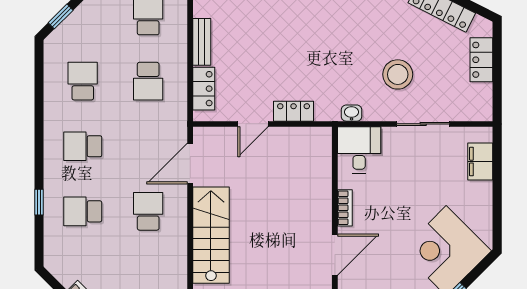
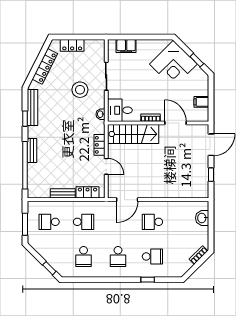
school desk: (83, 81) -> (84, 256), turned -90
door: (190, 164) -> (127, 200), hinge flipped
school desk: (83, 211) -> (152, 256), turned -90
stairs: (211, 235) -> (133, 134), moved, turned 180

